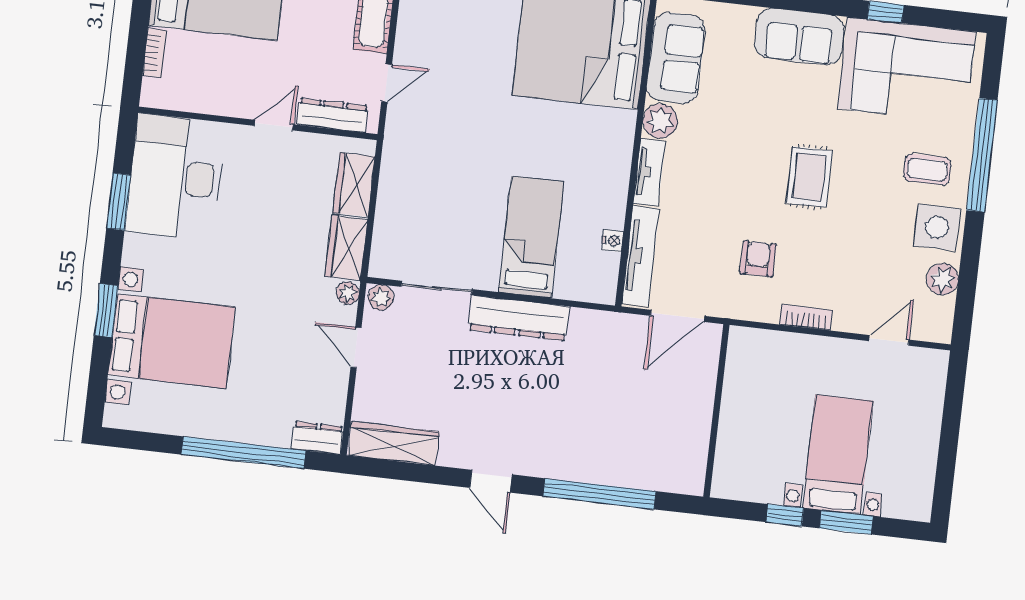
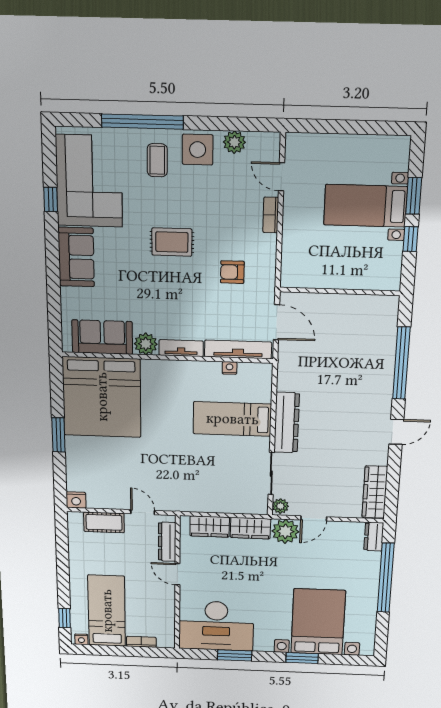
plant: (348, 293) -> (285, 531), width x1.88, depth x1.88
bookcase: (806, 317) -> (271, 215), moved

